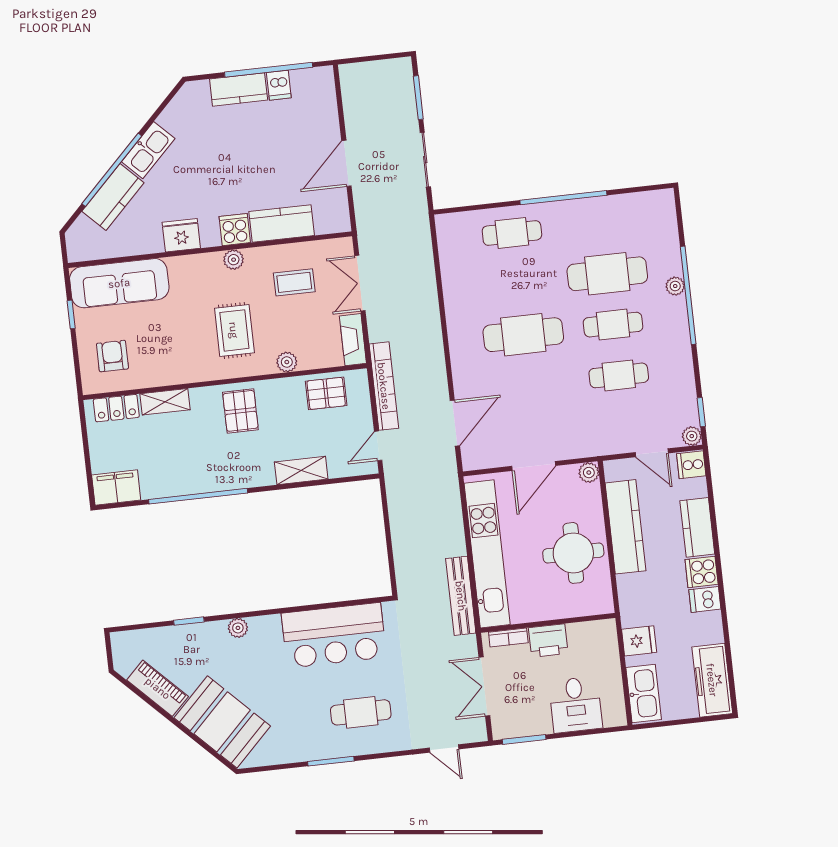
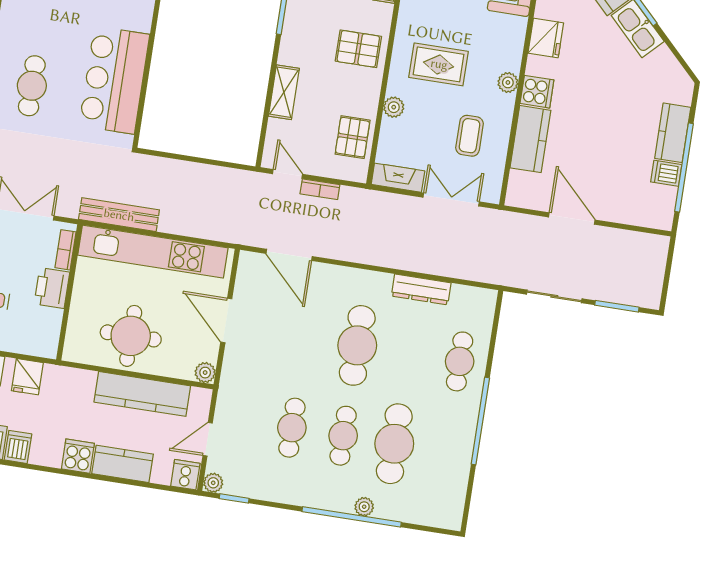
dresser: (453, 288) -> (421, 289), added
bookcase: (384, 386) -> (320, 189), width x0.43, depth x0.76
dishwasher: (705, 599) -> (18, 447), moved

